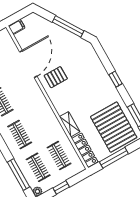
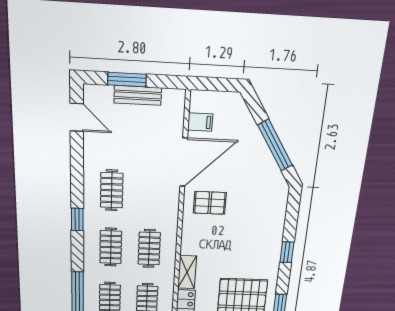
filing cabinet: (17, 27) -> (200, 122), moved
clothes rail: (40, 123) -> (149, 249), added

